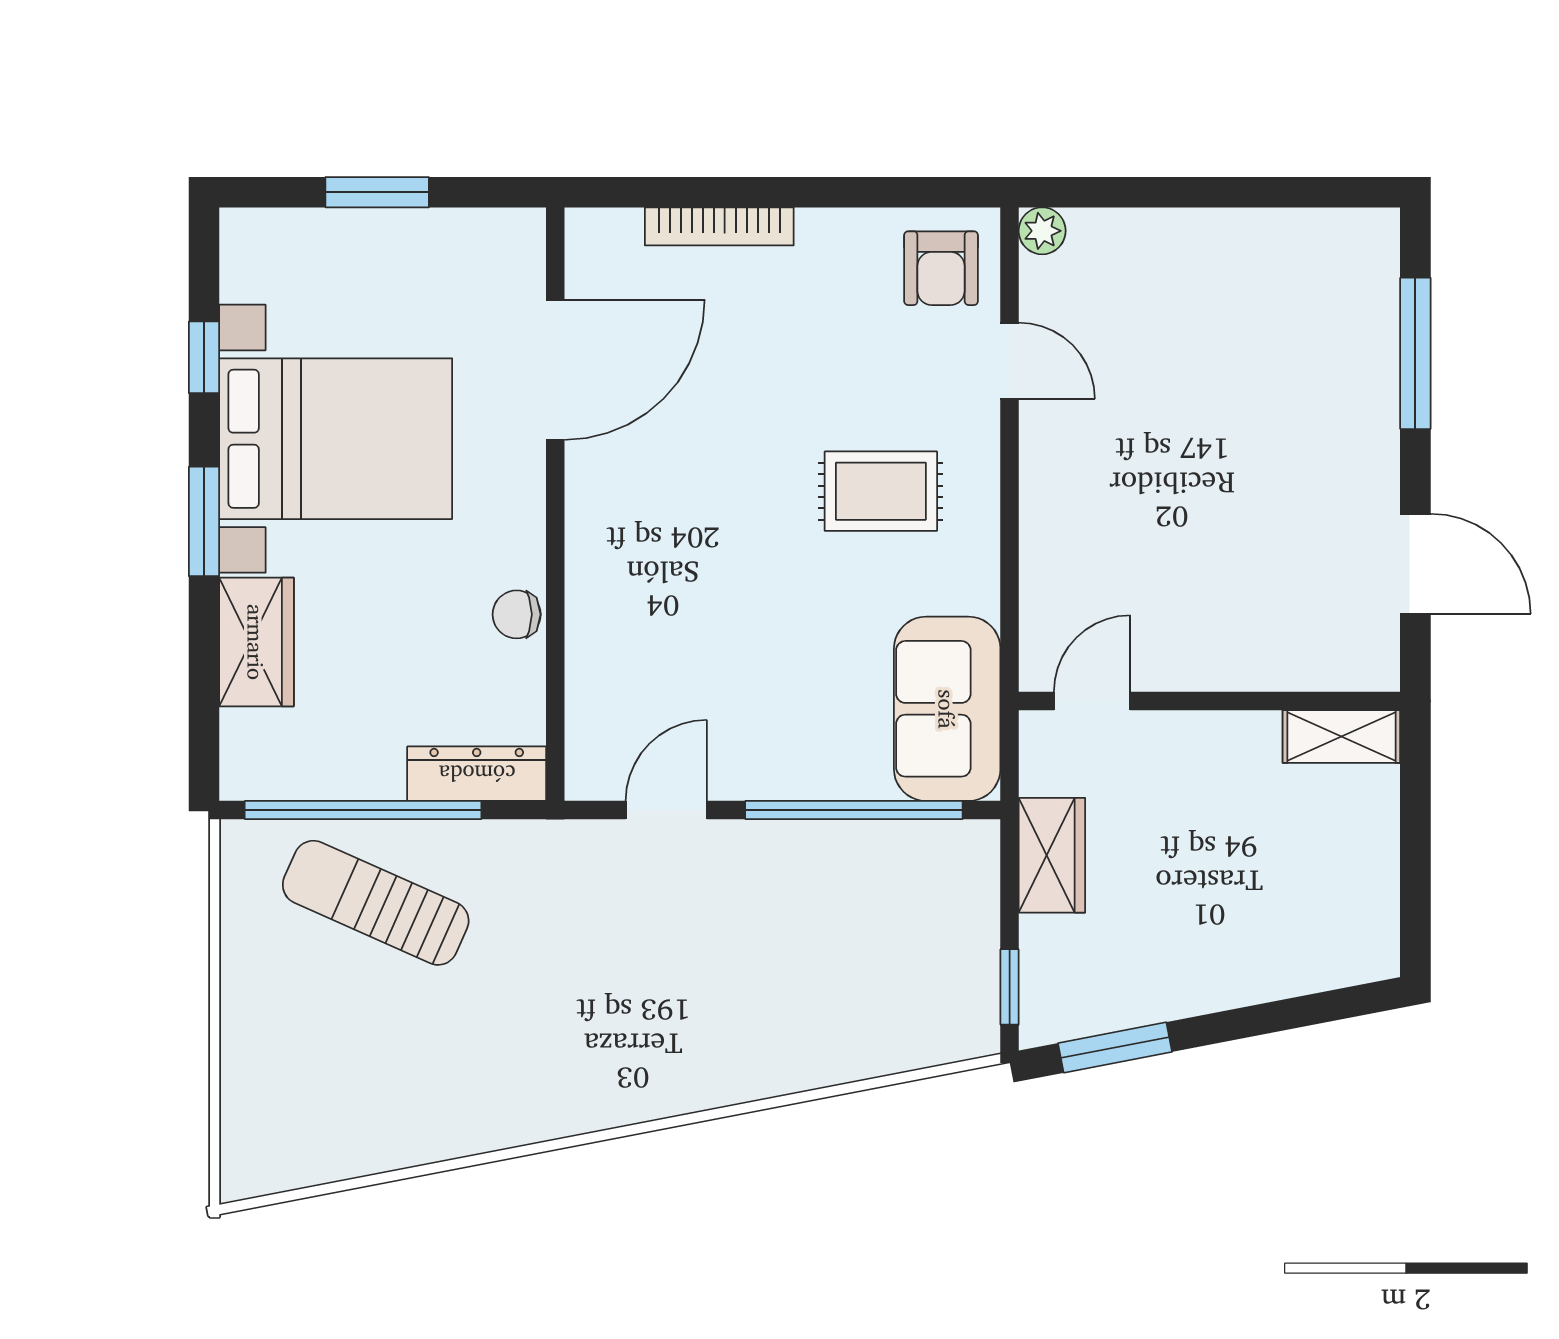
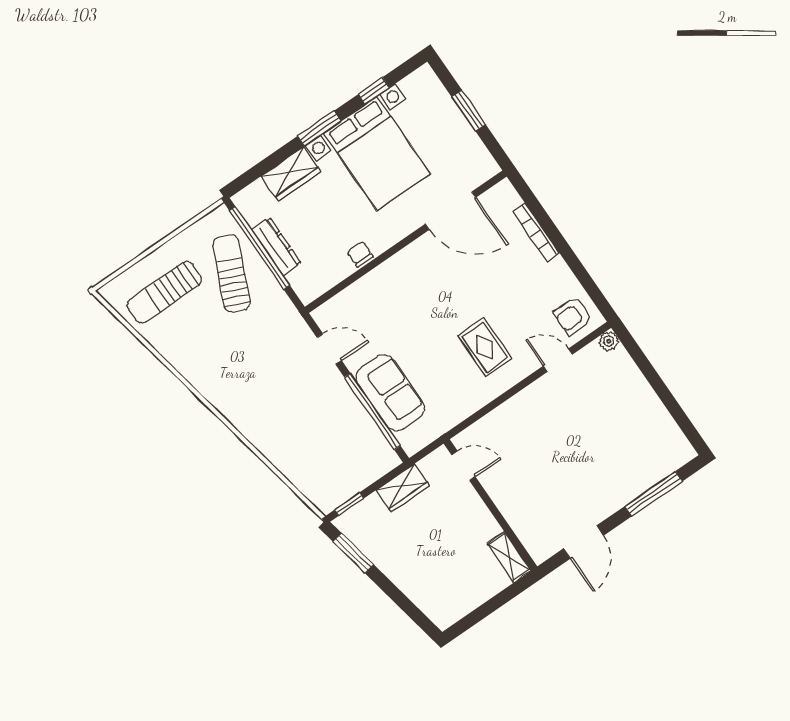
door: (1010, 361) -> (558, 360), swing flipped
sofa: (947, 709) -> (390, 393), moved, turned 90
dresser: (477, 774) -> (276, 246), moved
sun lounger: (320, 1065) -> (164, 292), added

